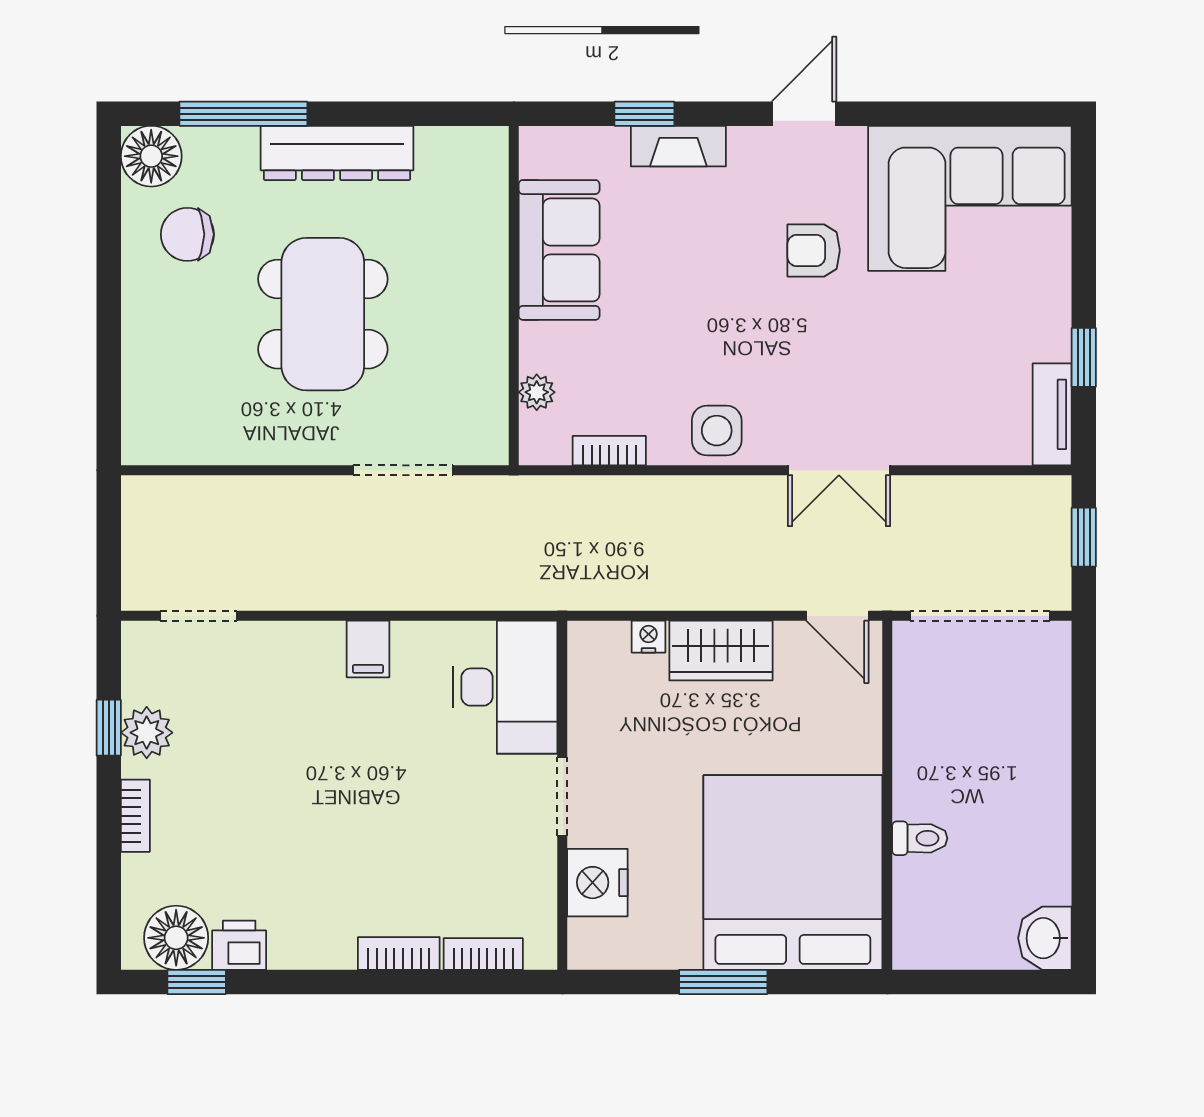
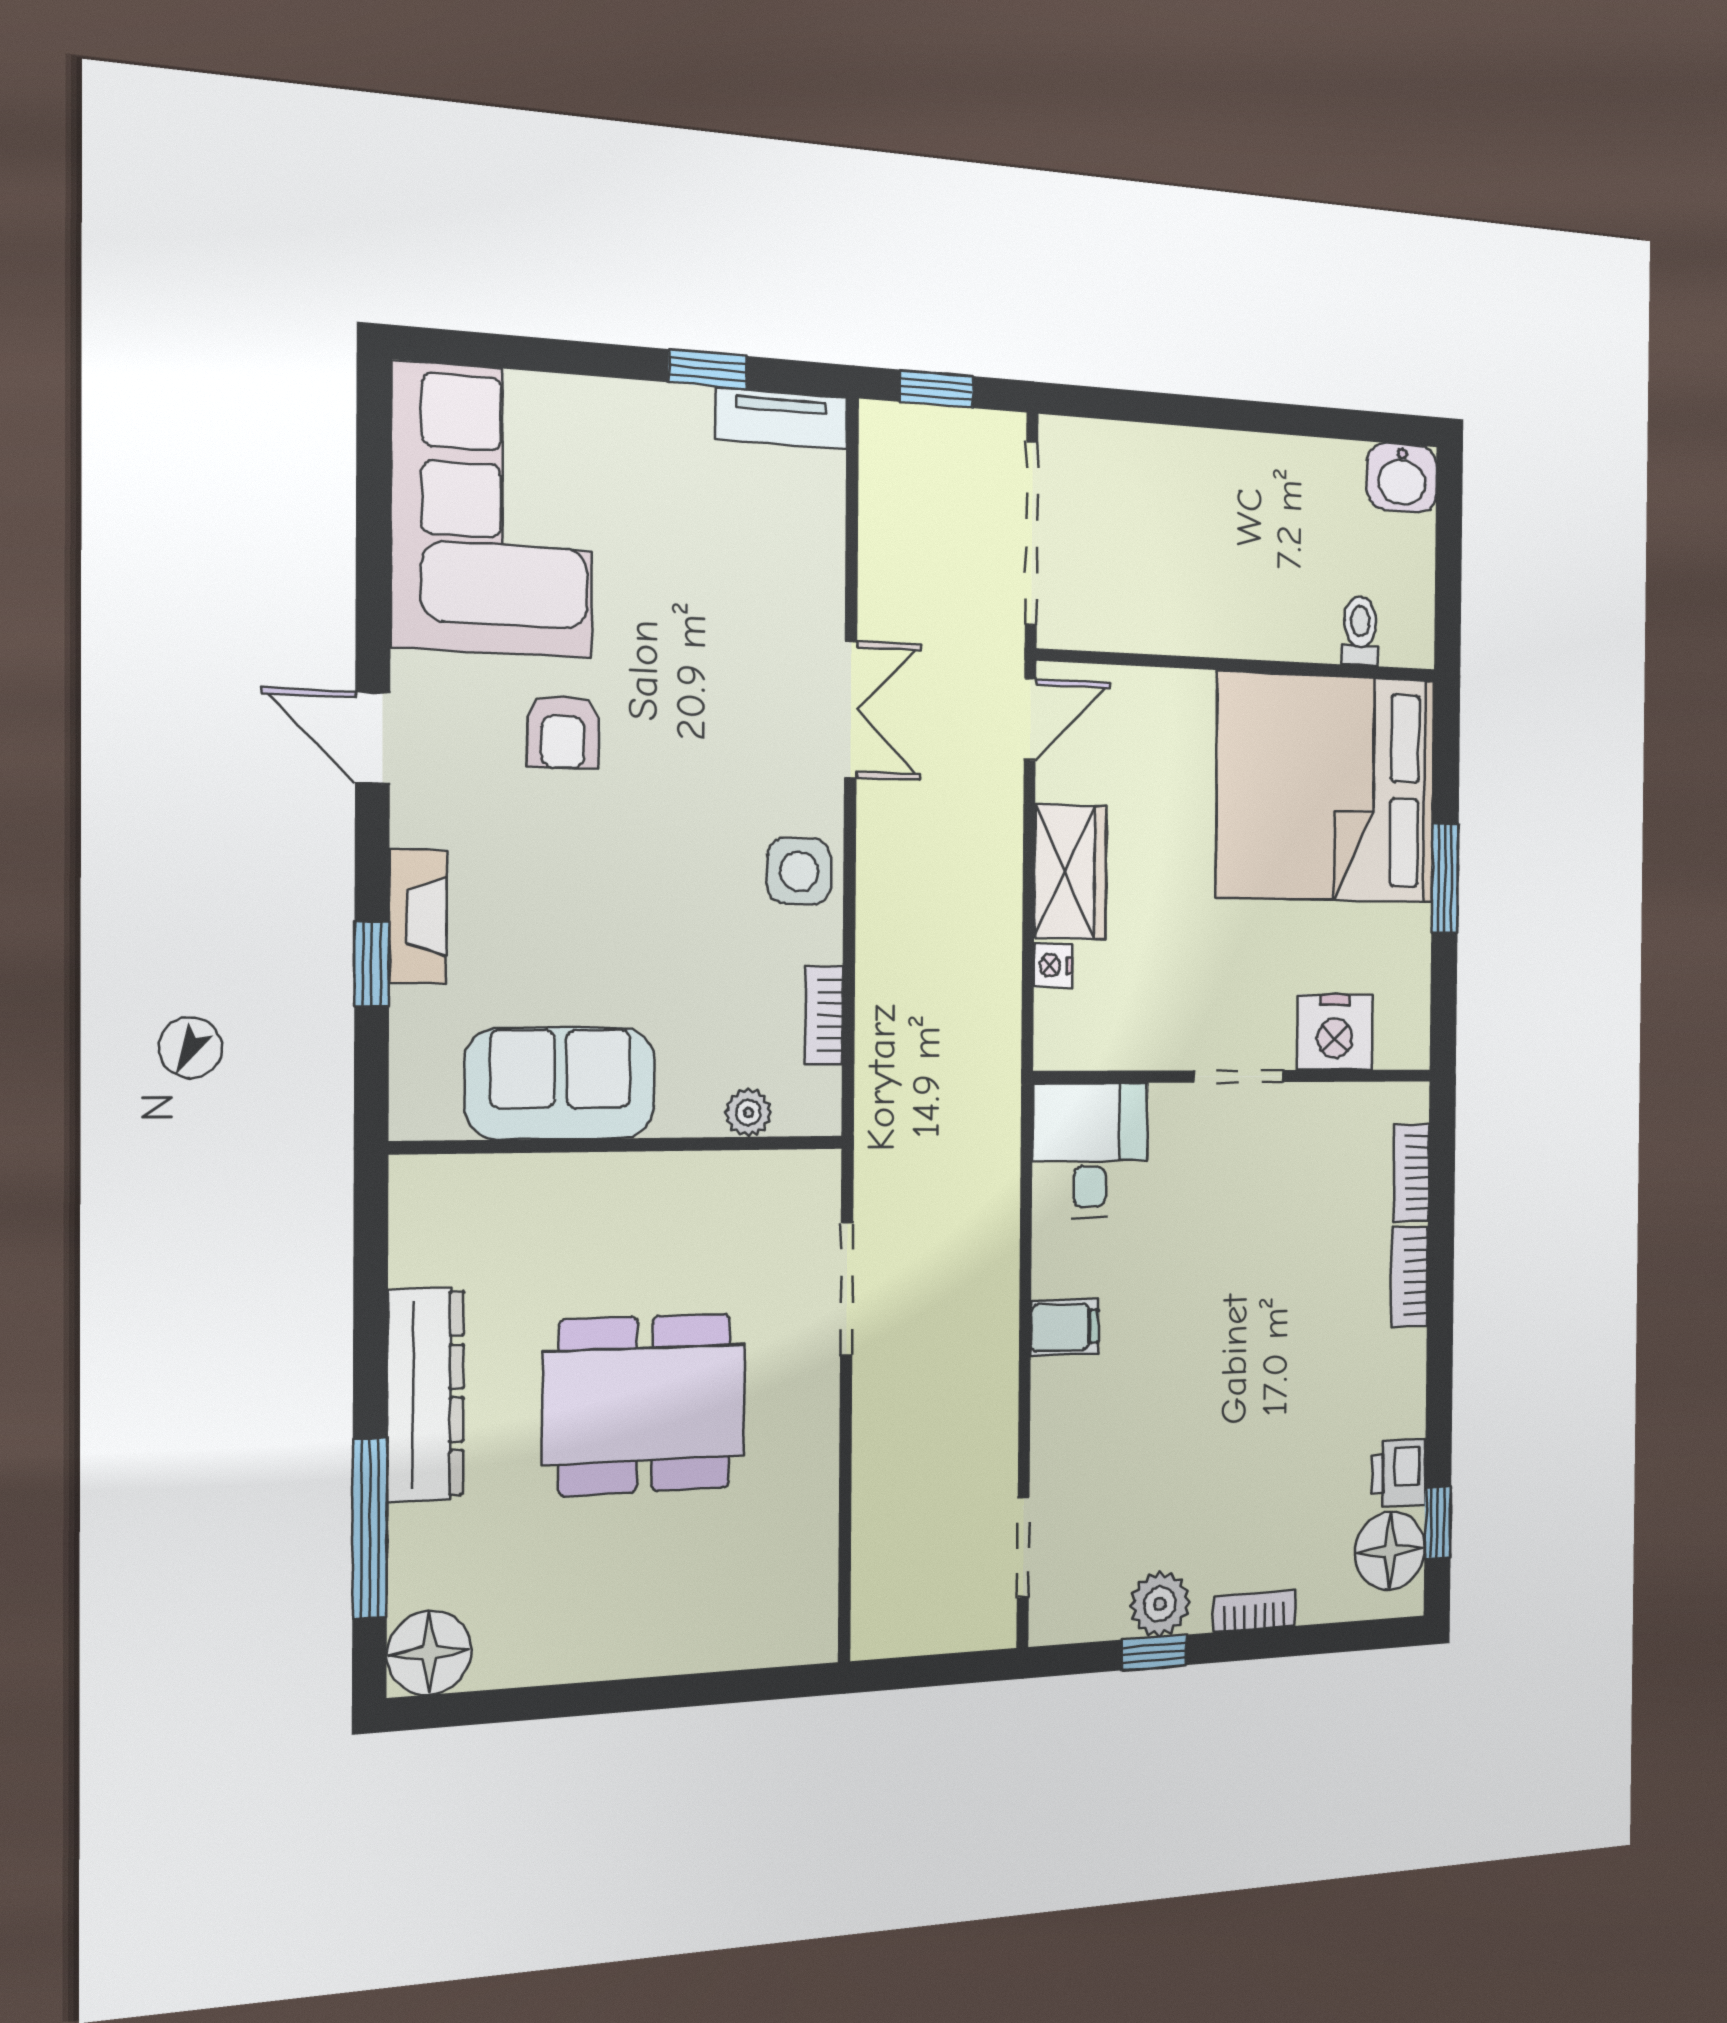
chair: (187, 234) -> (537, 1595), removed
desk: (505, 687) -> (1090, 1150), width x0.73
toilet: (920, 838) -> (1360, 631), moved

